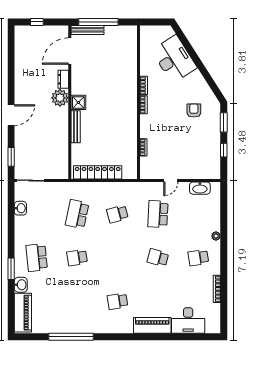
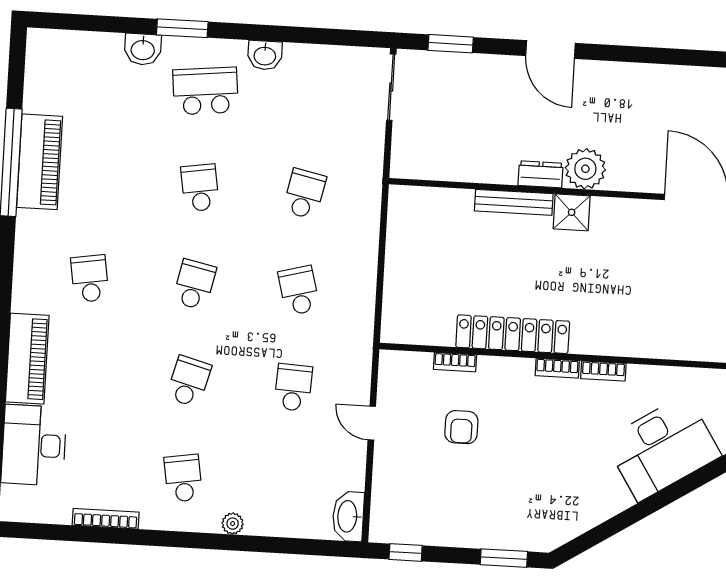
dresser: (63, 79) -> (541, 174), moved
armchair: (194, 111) -> (461, 427), moved, turned 90
window: (224, 150) -> (406, 552), moved
locker: (98, 172) -> (513, 334), moved, turned -90
washbasin: (200, 188) -> (348, 516), moved
washbasin: (20, 208) -> (265, 55), moved
school desk: (77, 214) -> (304, 194), width x0.54
school desk: (158, 214) -> (293, 387), width x0.54
school desk: (117, 258) -> (194, 285), added
piano: (23, 313) -> (40, 162), moved, turned -90

